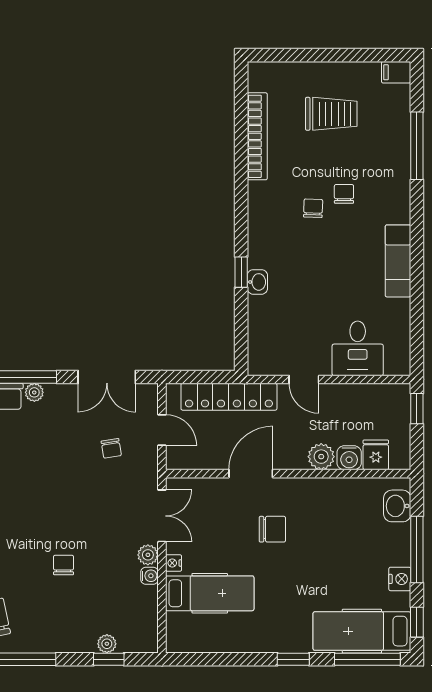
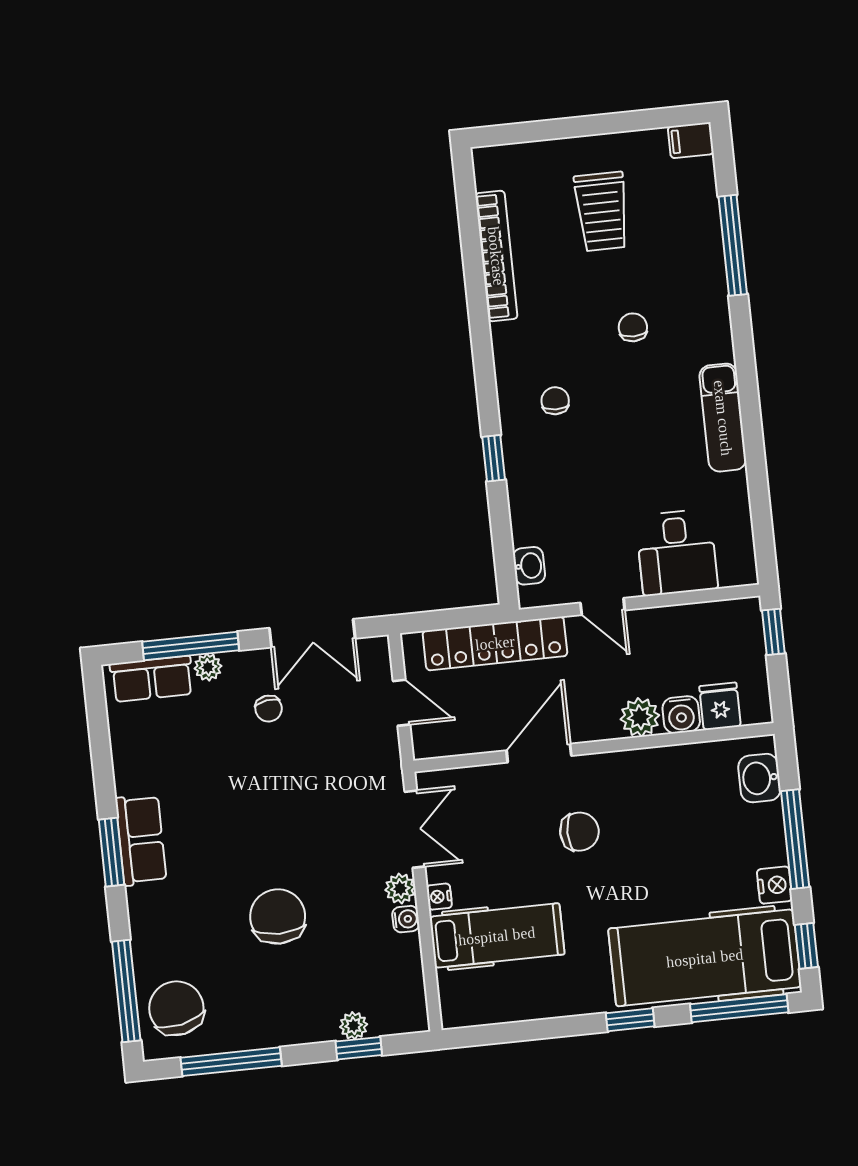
trolley: (331, 114) -> (602, 211), turned 90
chair: (313, 208) -> (555, 401), moved
washbasin: (257, 282) -> (529, 566), moved
chair: (111, 448) -> (269, 709), moved
chair: (64, 565) -> (278, 916), width x1.87, depth x1.87
hospital bed: (362, 631) -> (705, 958), width x1.37, depth x1.29

